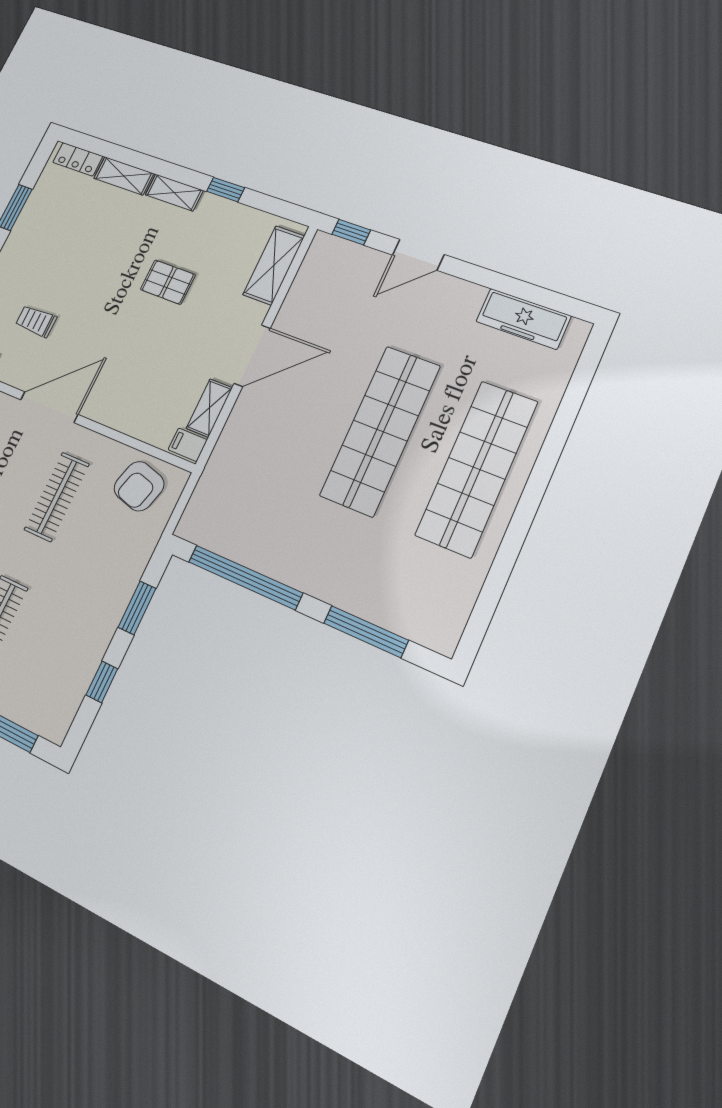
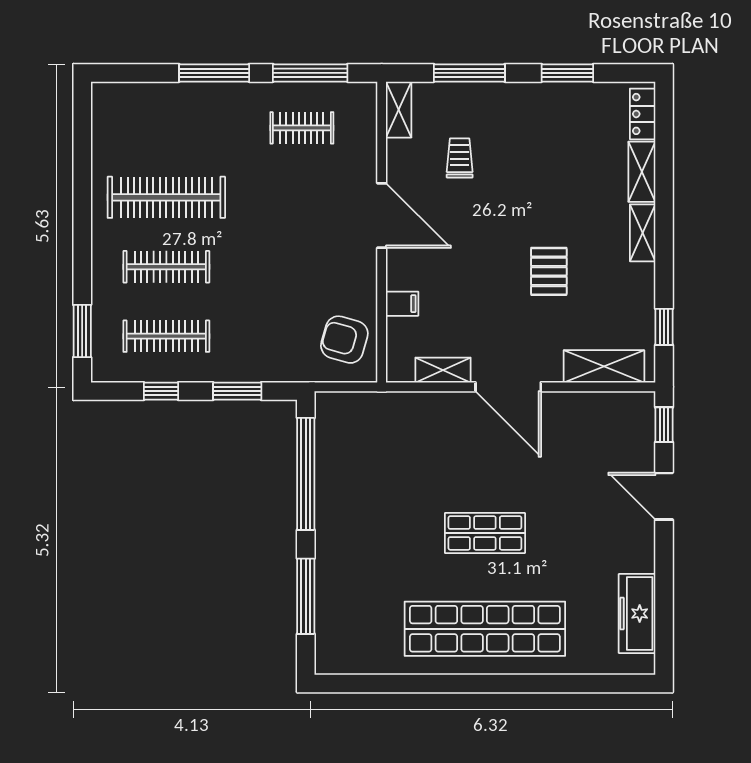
window: (226, 190) -> (664, 327), moved
shop shelf: (380, 431) -> (485, 533), width x0.50, depth x0.74
filing cabinet: (188, 445) -> (402, 304), moved, turned 90
clothes rail: (57, 497) -> (166, 336), moved

